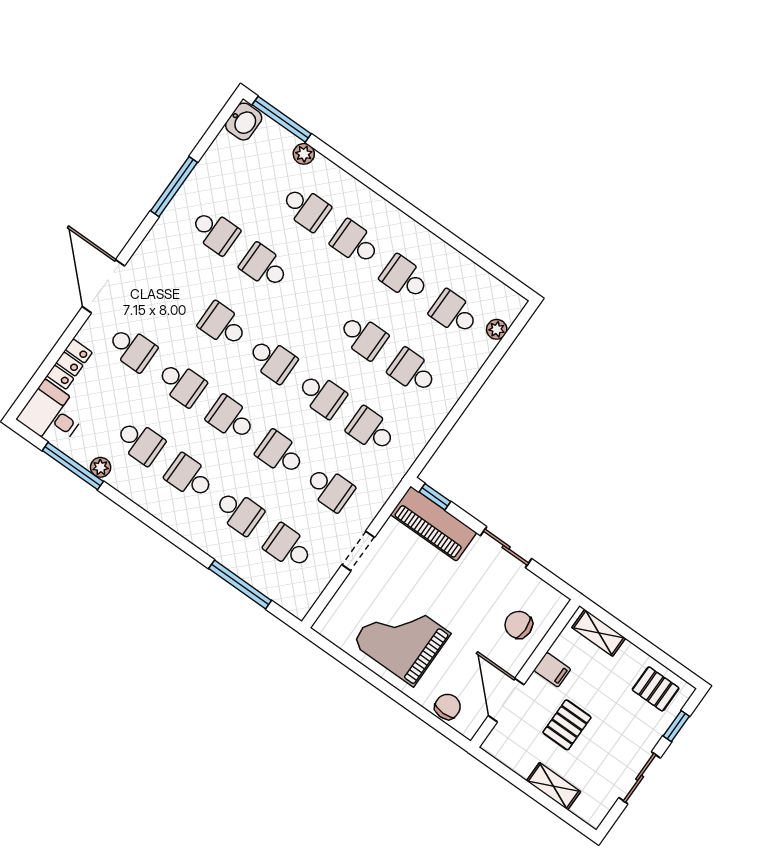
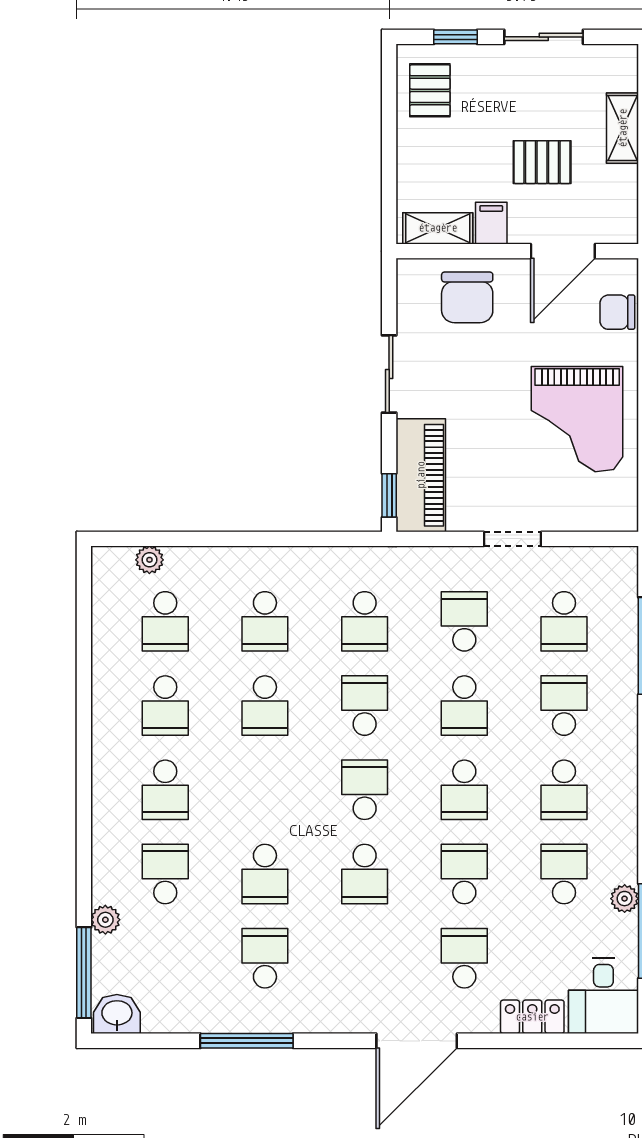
school desk: (363, 336) -> (265, 706), turned 180
chair: (519, 625) -> (467, 297), width x1.37, depth x1.37
shelving: (599, 633) -> (438, 228), moved, turned 90

